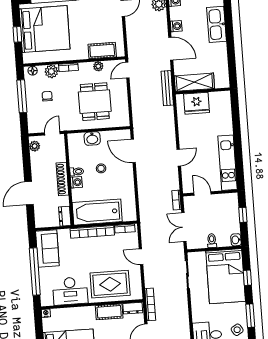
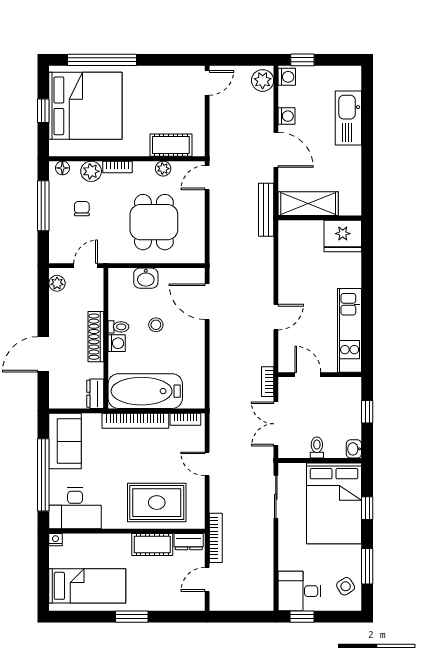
fridge: (197, 103) -> (343, 236), moved
desk: (70, 291) -> (75, 508), moved

